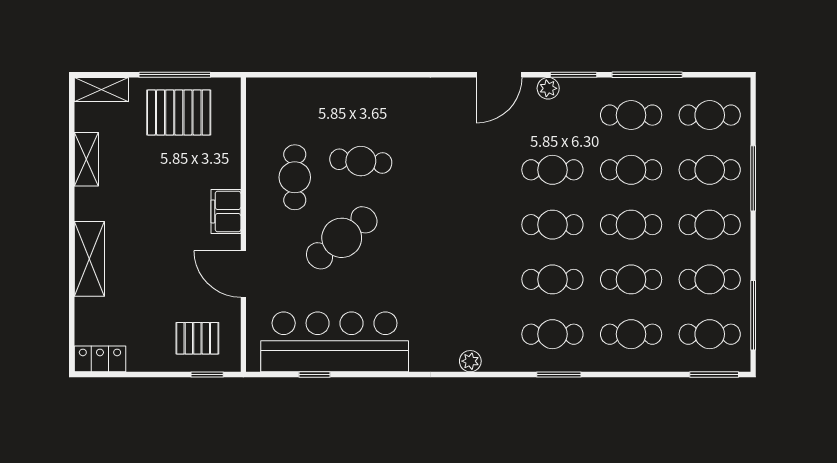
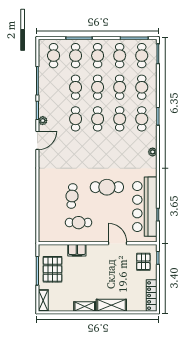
door: (499, 75) -> (37, 140), hinge flipped
cafe table: (631, 115) -> (54, 87), removed
shelving: (86, 159) -> (85, 306), moved
filing cabinet: (226, 211) -> (77, 250), moved
cafe table: (342, 238) -> (107, 187), moved, turned -51
door: (243, 274) -> (118, 243), swing flipped
locker: (100, 359) -> (152, 296), width x1.53

